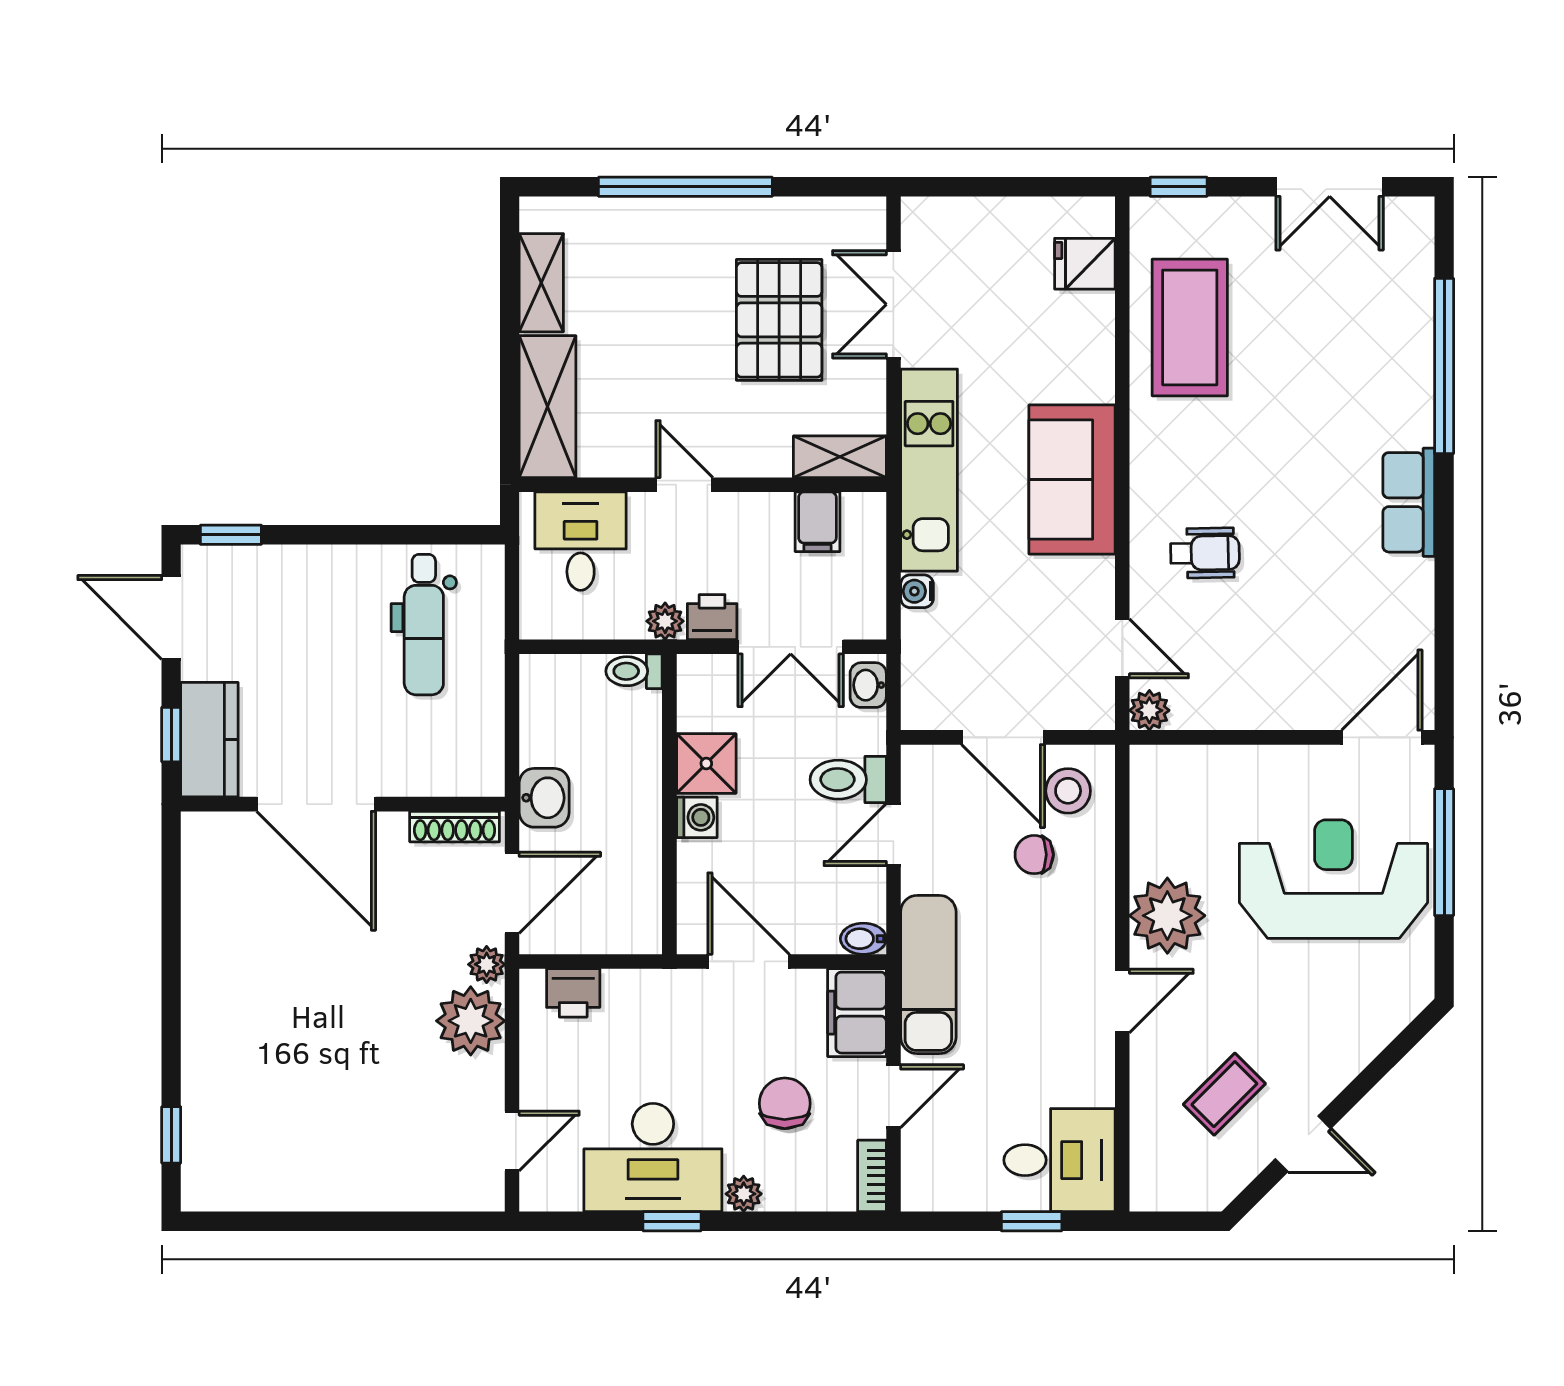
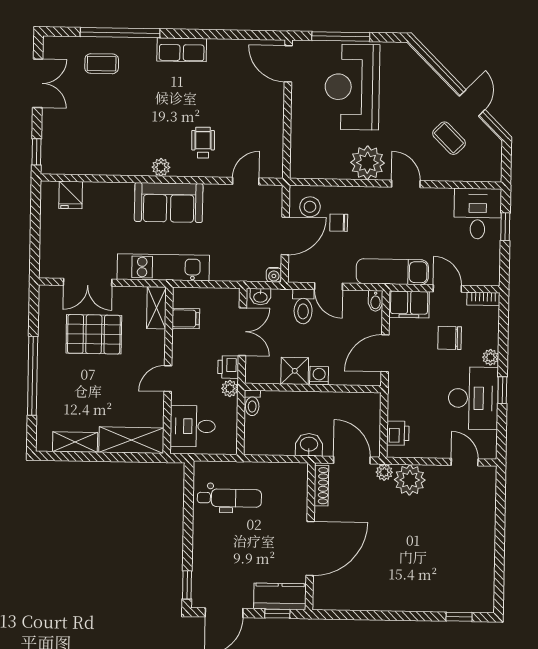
coffee table: (1190, 327) -> (102, 64), moved, width x0.54, depth x0.58
water cooler: (917, 591) -> (274, 275), moved
plant: (1149, 710) -> (161, 167), moved
chair: (1034, 855) -> (339, 223), turned 90

